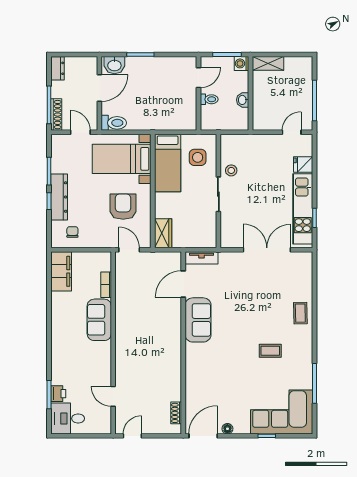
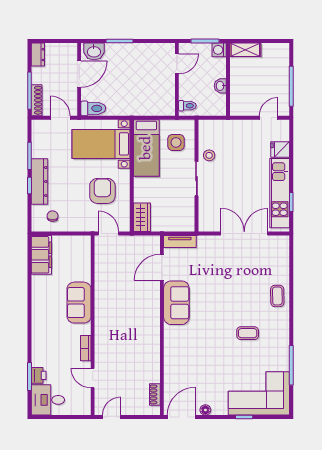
toilet: (209, 99) -> (187, 106), moved
bookcase: (106, 285) -> (86, 348), moved

